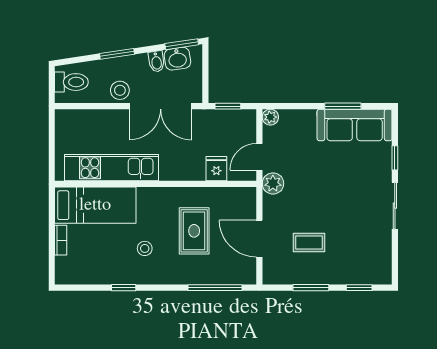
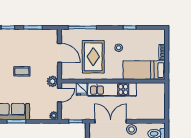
kitchen unit: (112, 168) -> (112, 89), moved
rug: (194, 231) -> (93, 57), width x1.36, depth x1.43
coffee table: (309, 243) -> (22, 71), moved

